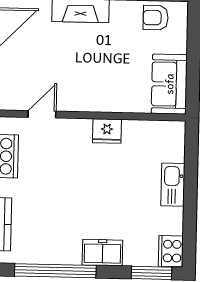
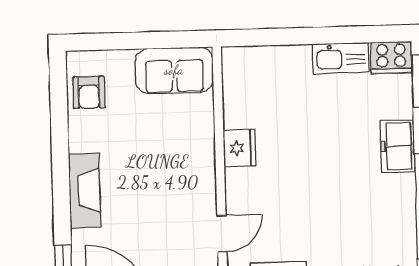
door: (42, 114) -> (222, 234), swing flipped
kitchen sink: (173, 185) -> (341, 58), moved

